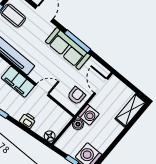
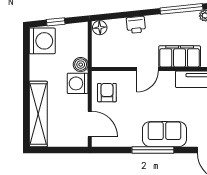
sofa: (68, 49) -> (164, 134), width x0.73
armchair: (76, 96) -> (107, 93), turned 180
shelving: (131, 110) -> (38, 114), width x1.47

